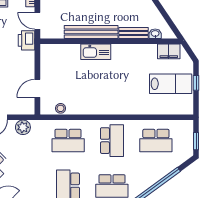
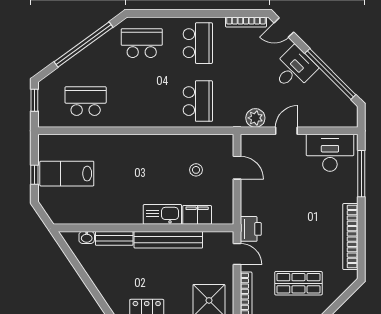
filing cabinet: (169, 51) -> (197, 215), moved
door: (37, 88) -> (237, 168), hinge flipped
stool: (61, 108) -> (196, 170), moved
school desk: (68, 141) -> (198, 101), turned 90
school desk: (112, 141) -> (142, 101), removed

